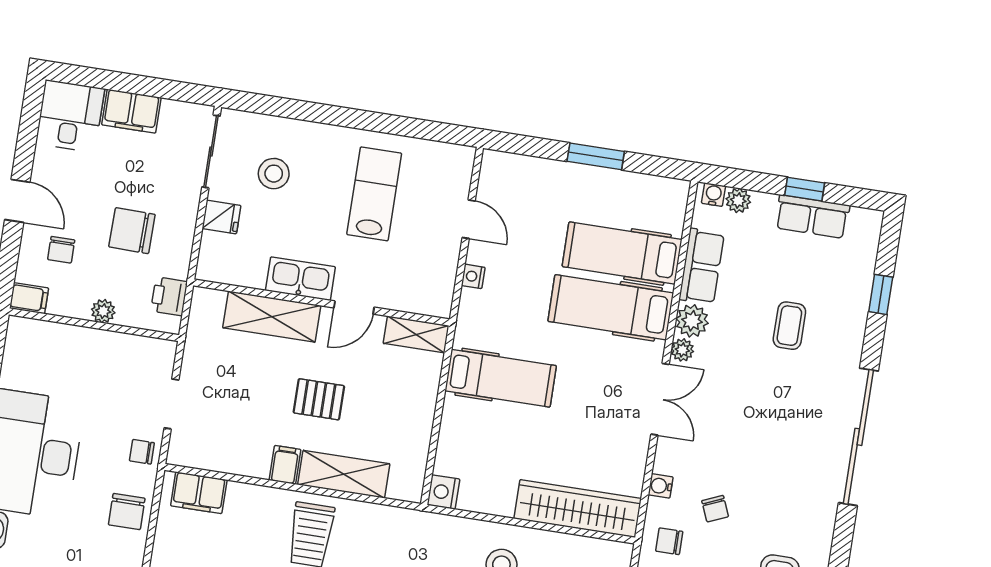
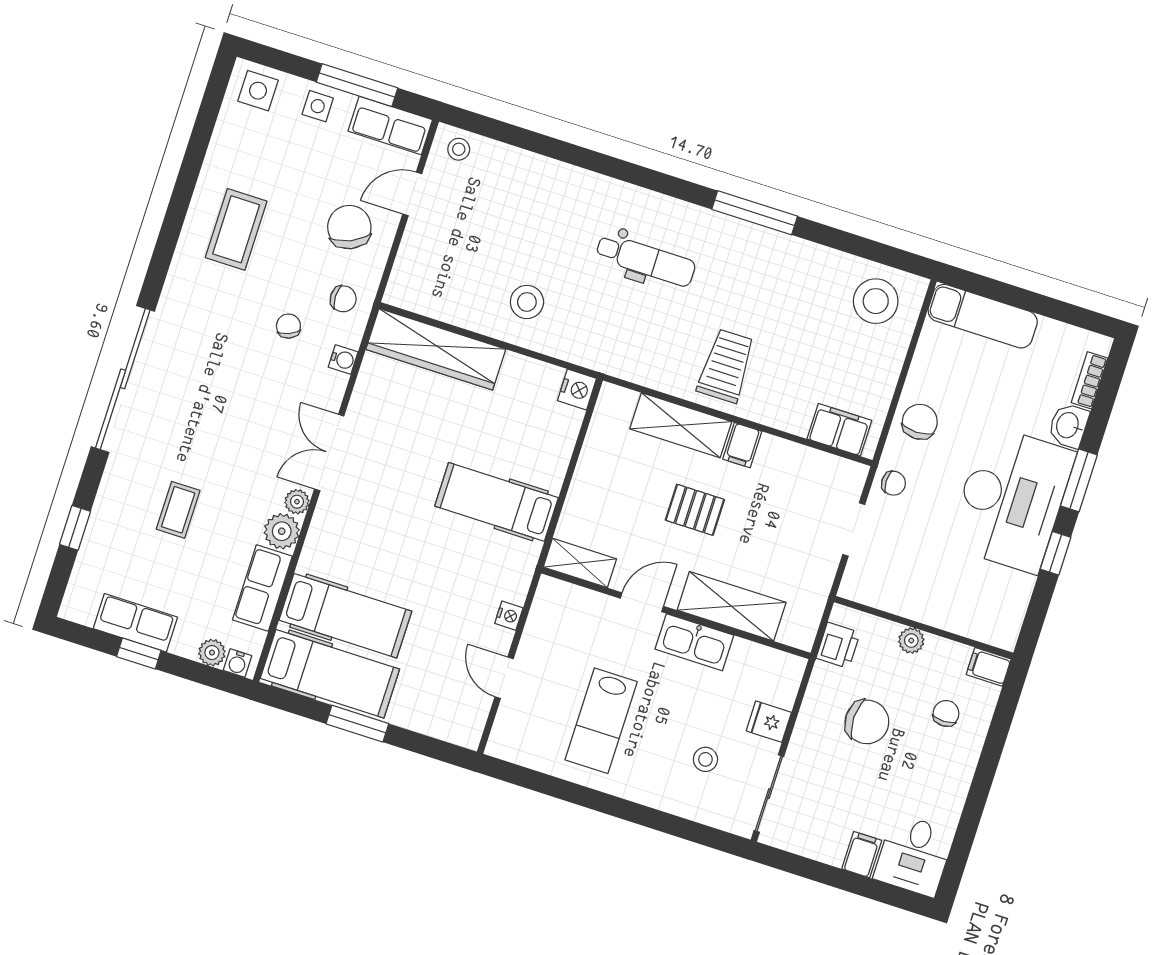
filing cabinet: (131, 111) -> (862, 855), width x0.50
stool: (274, 174) -> (705, 759), width x0.73, depth x0.73
door: (17, 201) -> (985, 773), removed
hospital bed: (611, 307) -> (330, 674), moved

